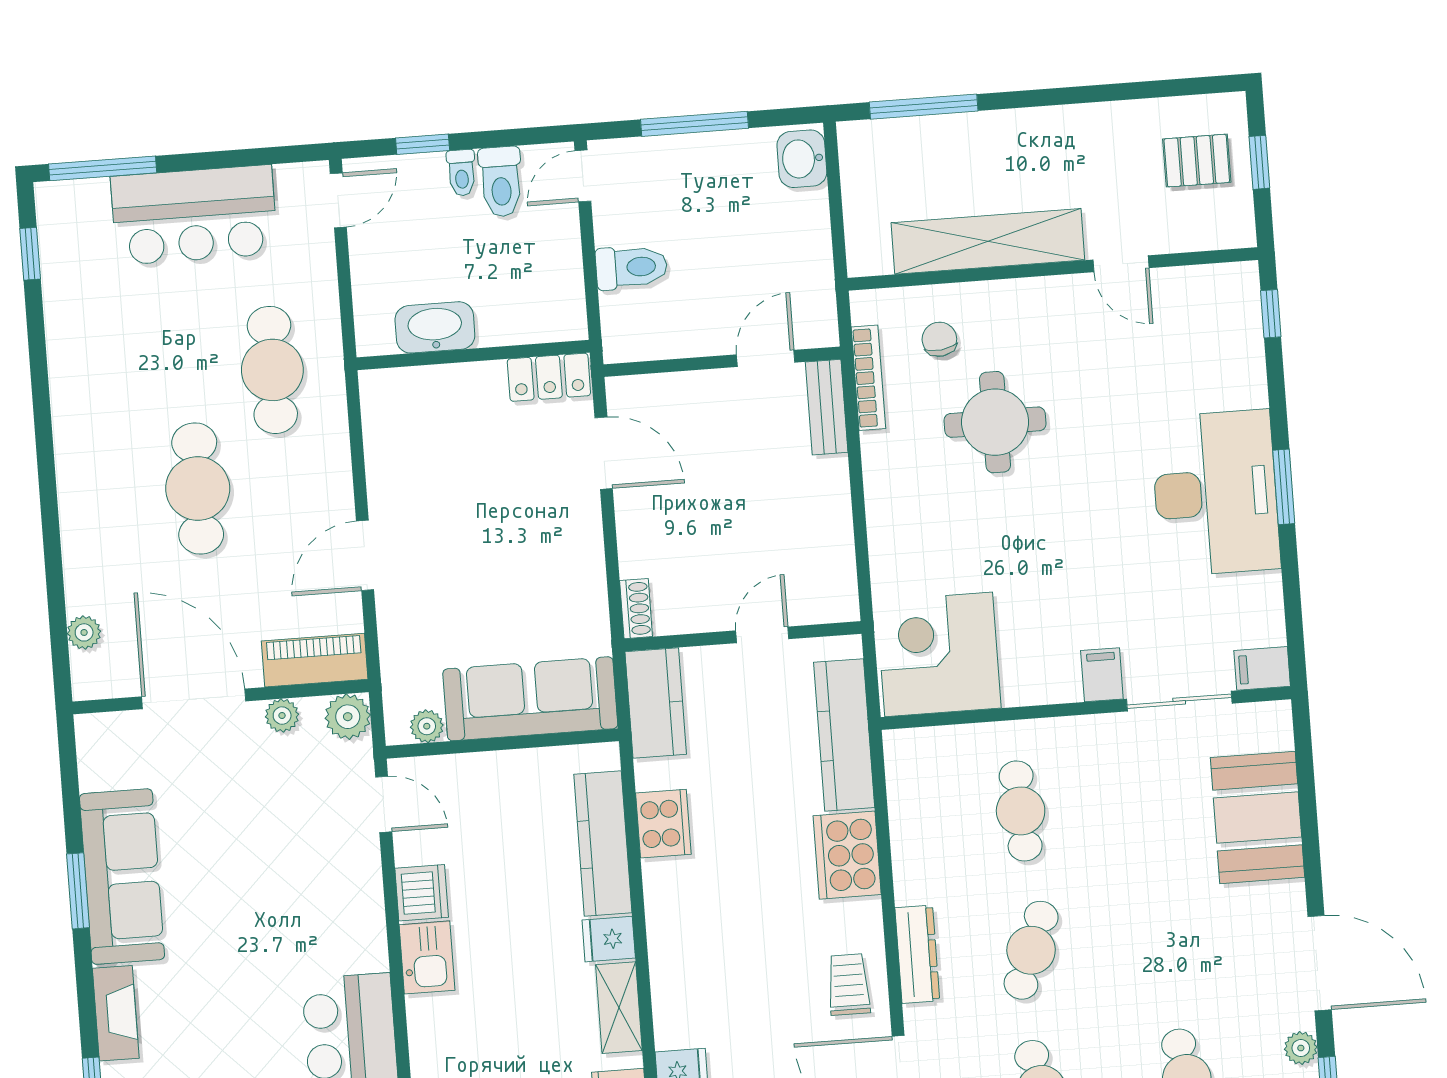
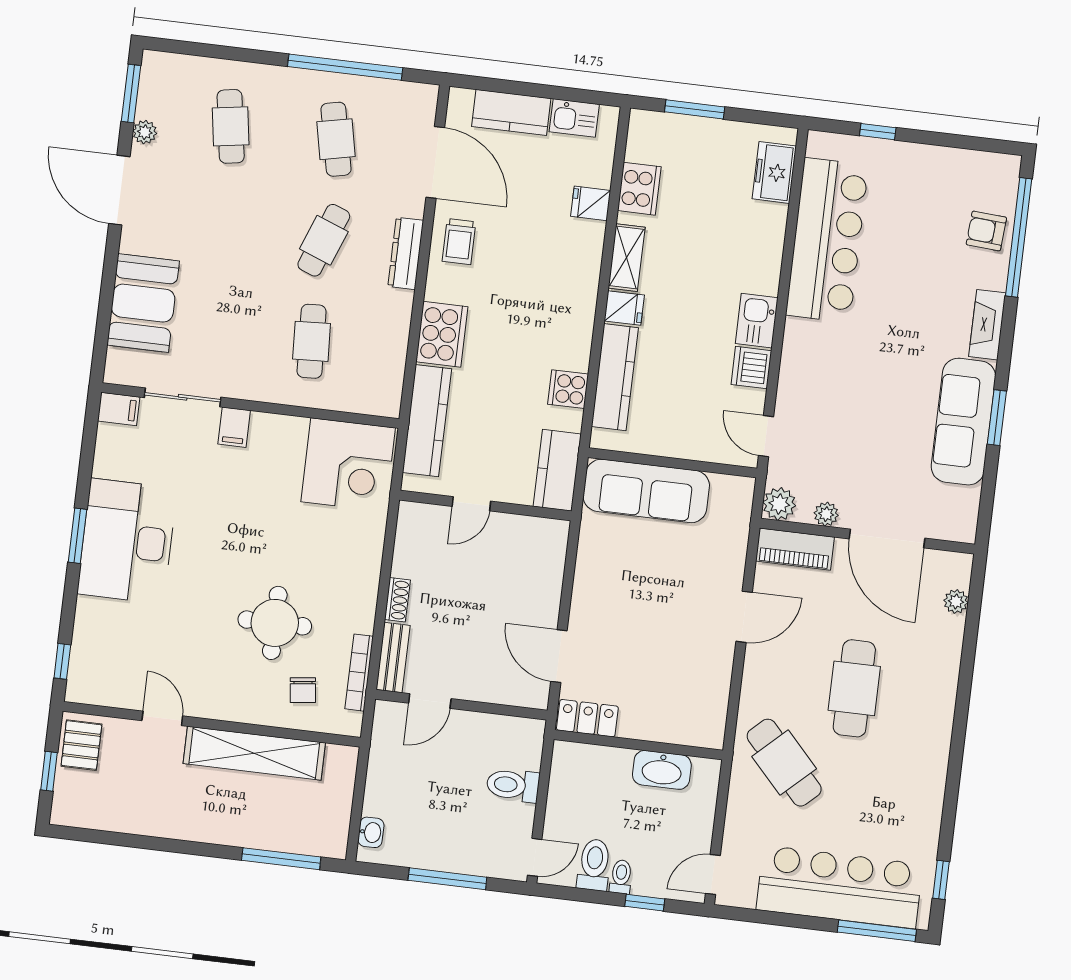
washbasin: (802, 159) -> (371, 832), width x0.72, depth x0.69
pallet: (1197, 161) -> (81, 745), moved, turned 90
bar counter: (194, 215) -> (839, 887), width x1.36
cafe table: (272, 370) -> (784, 763), turned -43
shoe rack: (636, 609) -> (397, 600), moved, turned 180
plant: (427, 726) -> (724, 486), removed
cooker: (663, 824) -> (568, 389), width x0.73

